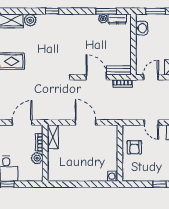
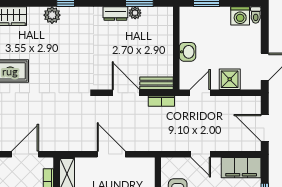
dresser: (117, 19) -> (115, 14), moved
plant: (30, 20) -> (52, 15), moved
washbasin: (142, 28) -> (187, 52), moved

